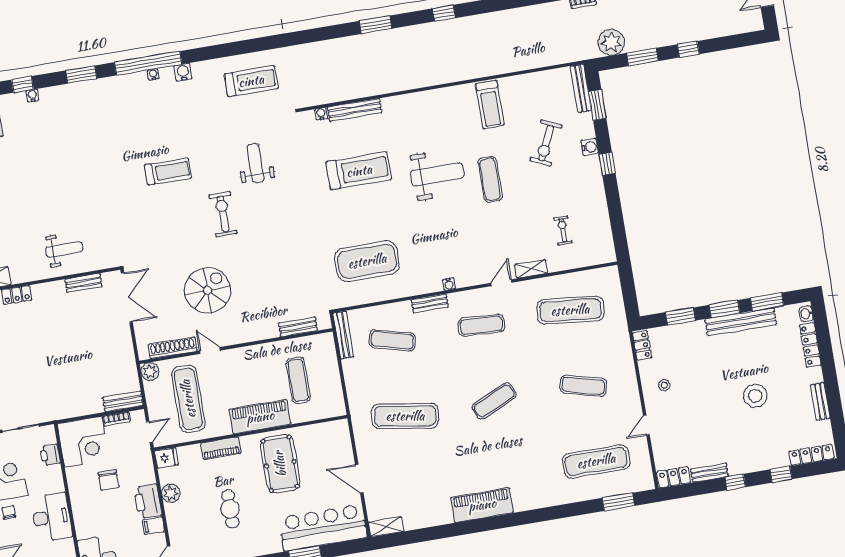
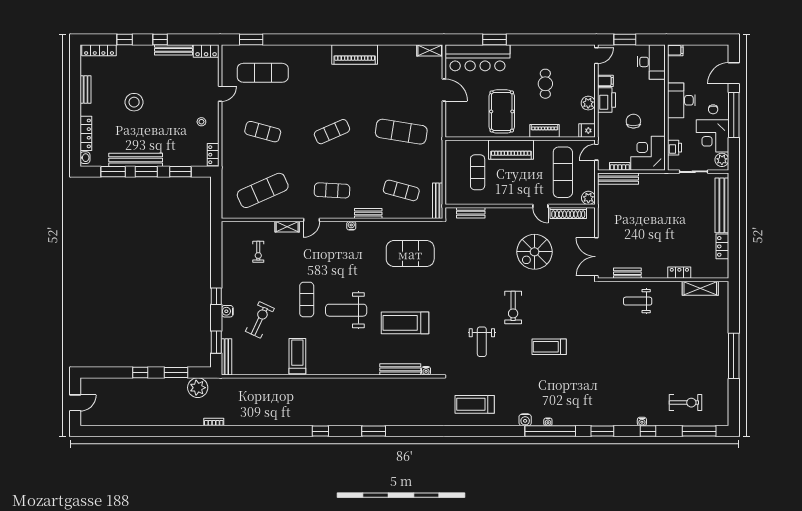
exercise mat: (570, 310) -> (263, 190), turned -30
bench: (123, 401) -> (618, 179), width x1.36
bench: (709, 473) -> (173, 50), width x1.36

